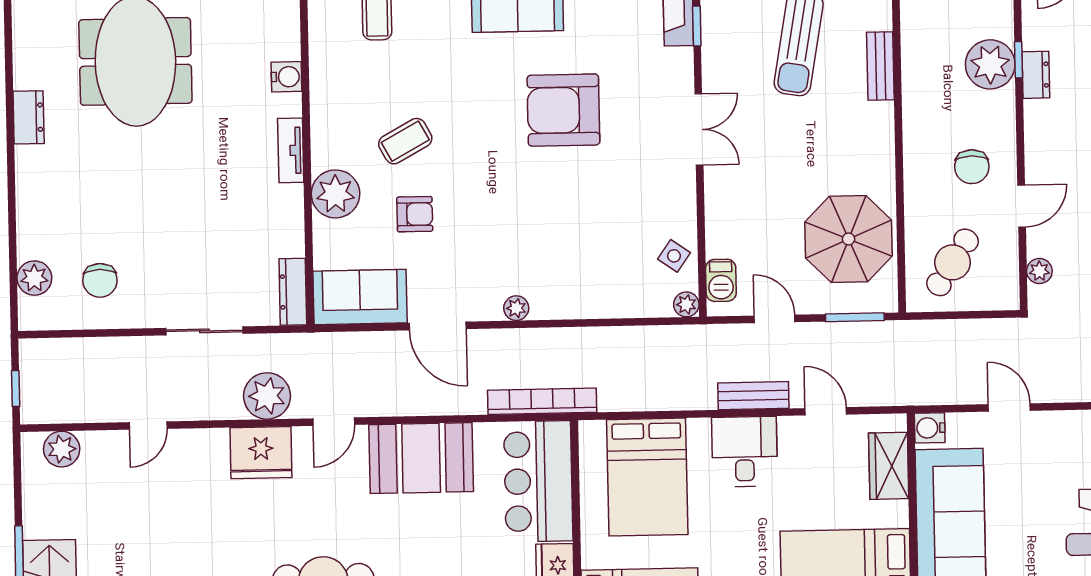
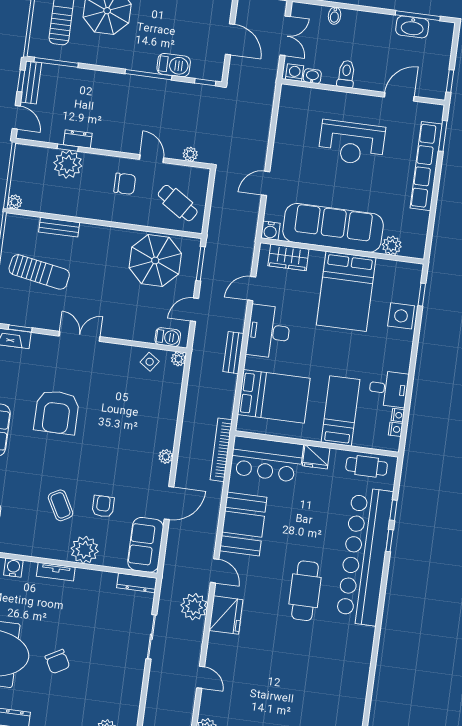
chair: (100, 280) -> (57, 662), moved, turned 61
bench: (753, 396) -> (233, 353), moved
desk: (745, 452) -> (269, 332), width x1.37

